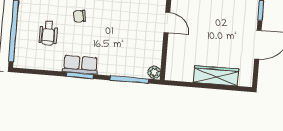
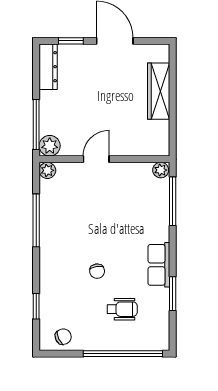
window: (80, 75) -> (173, 294), moved

